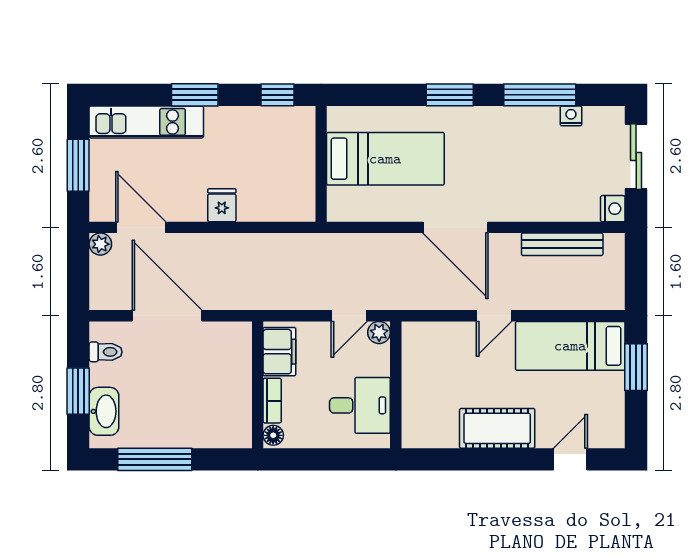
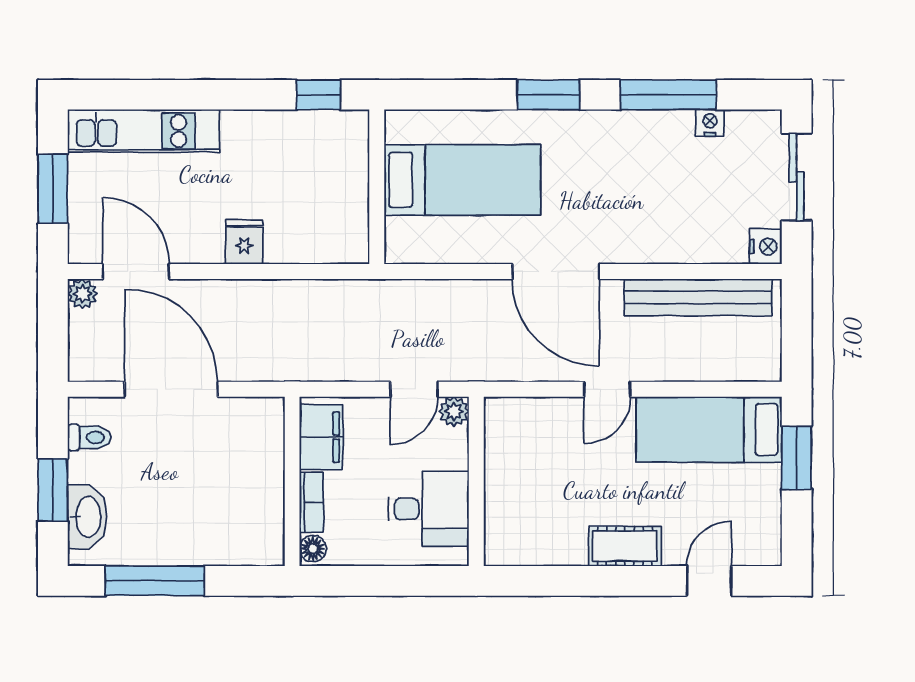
window: (195, 95) -> (208, 95), removed
bench: (562, 244) -> (698, 297), width x1.37, depth x1.21
cot: (497, 428) -> (625, 546), width x0.73, depth x0.75

